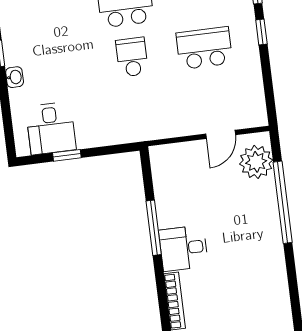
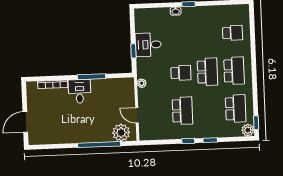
desk: (51, 128) -> (148, 45), moved
plant: (158, 131) -> (142, 83), added
window: (67, 155) -> (133, 51), moved

